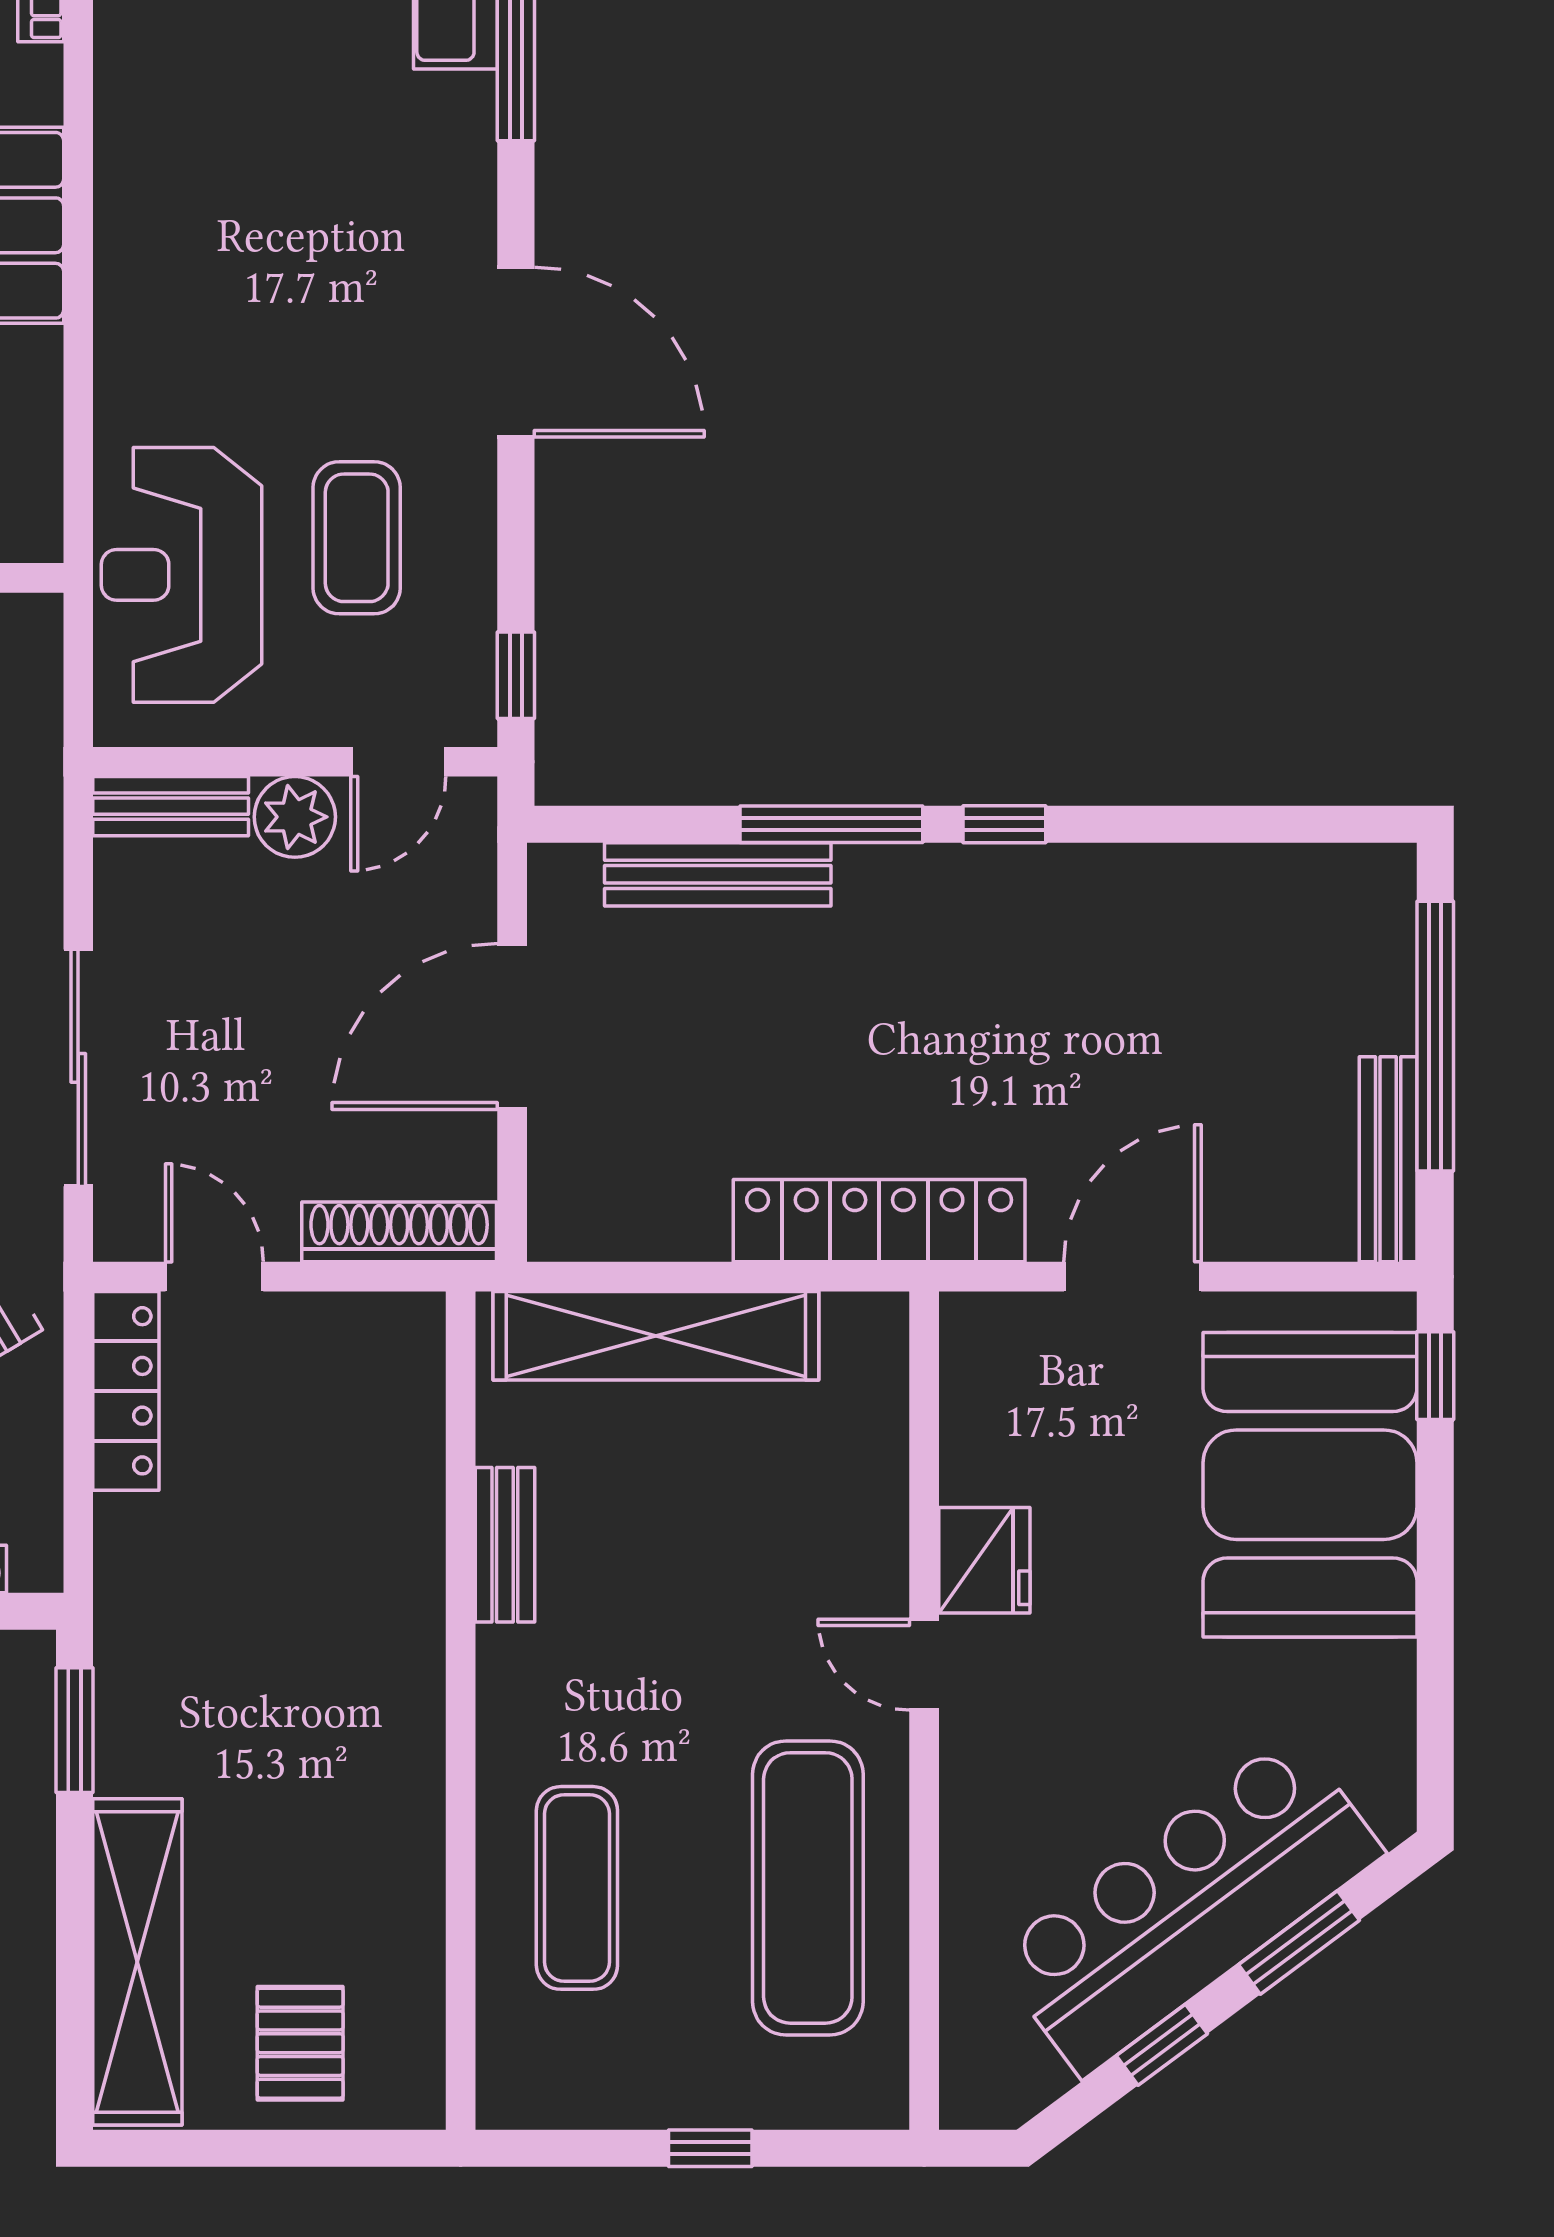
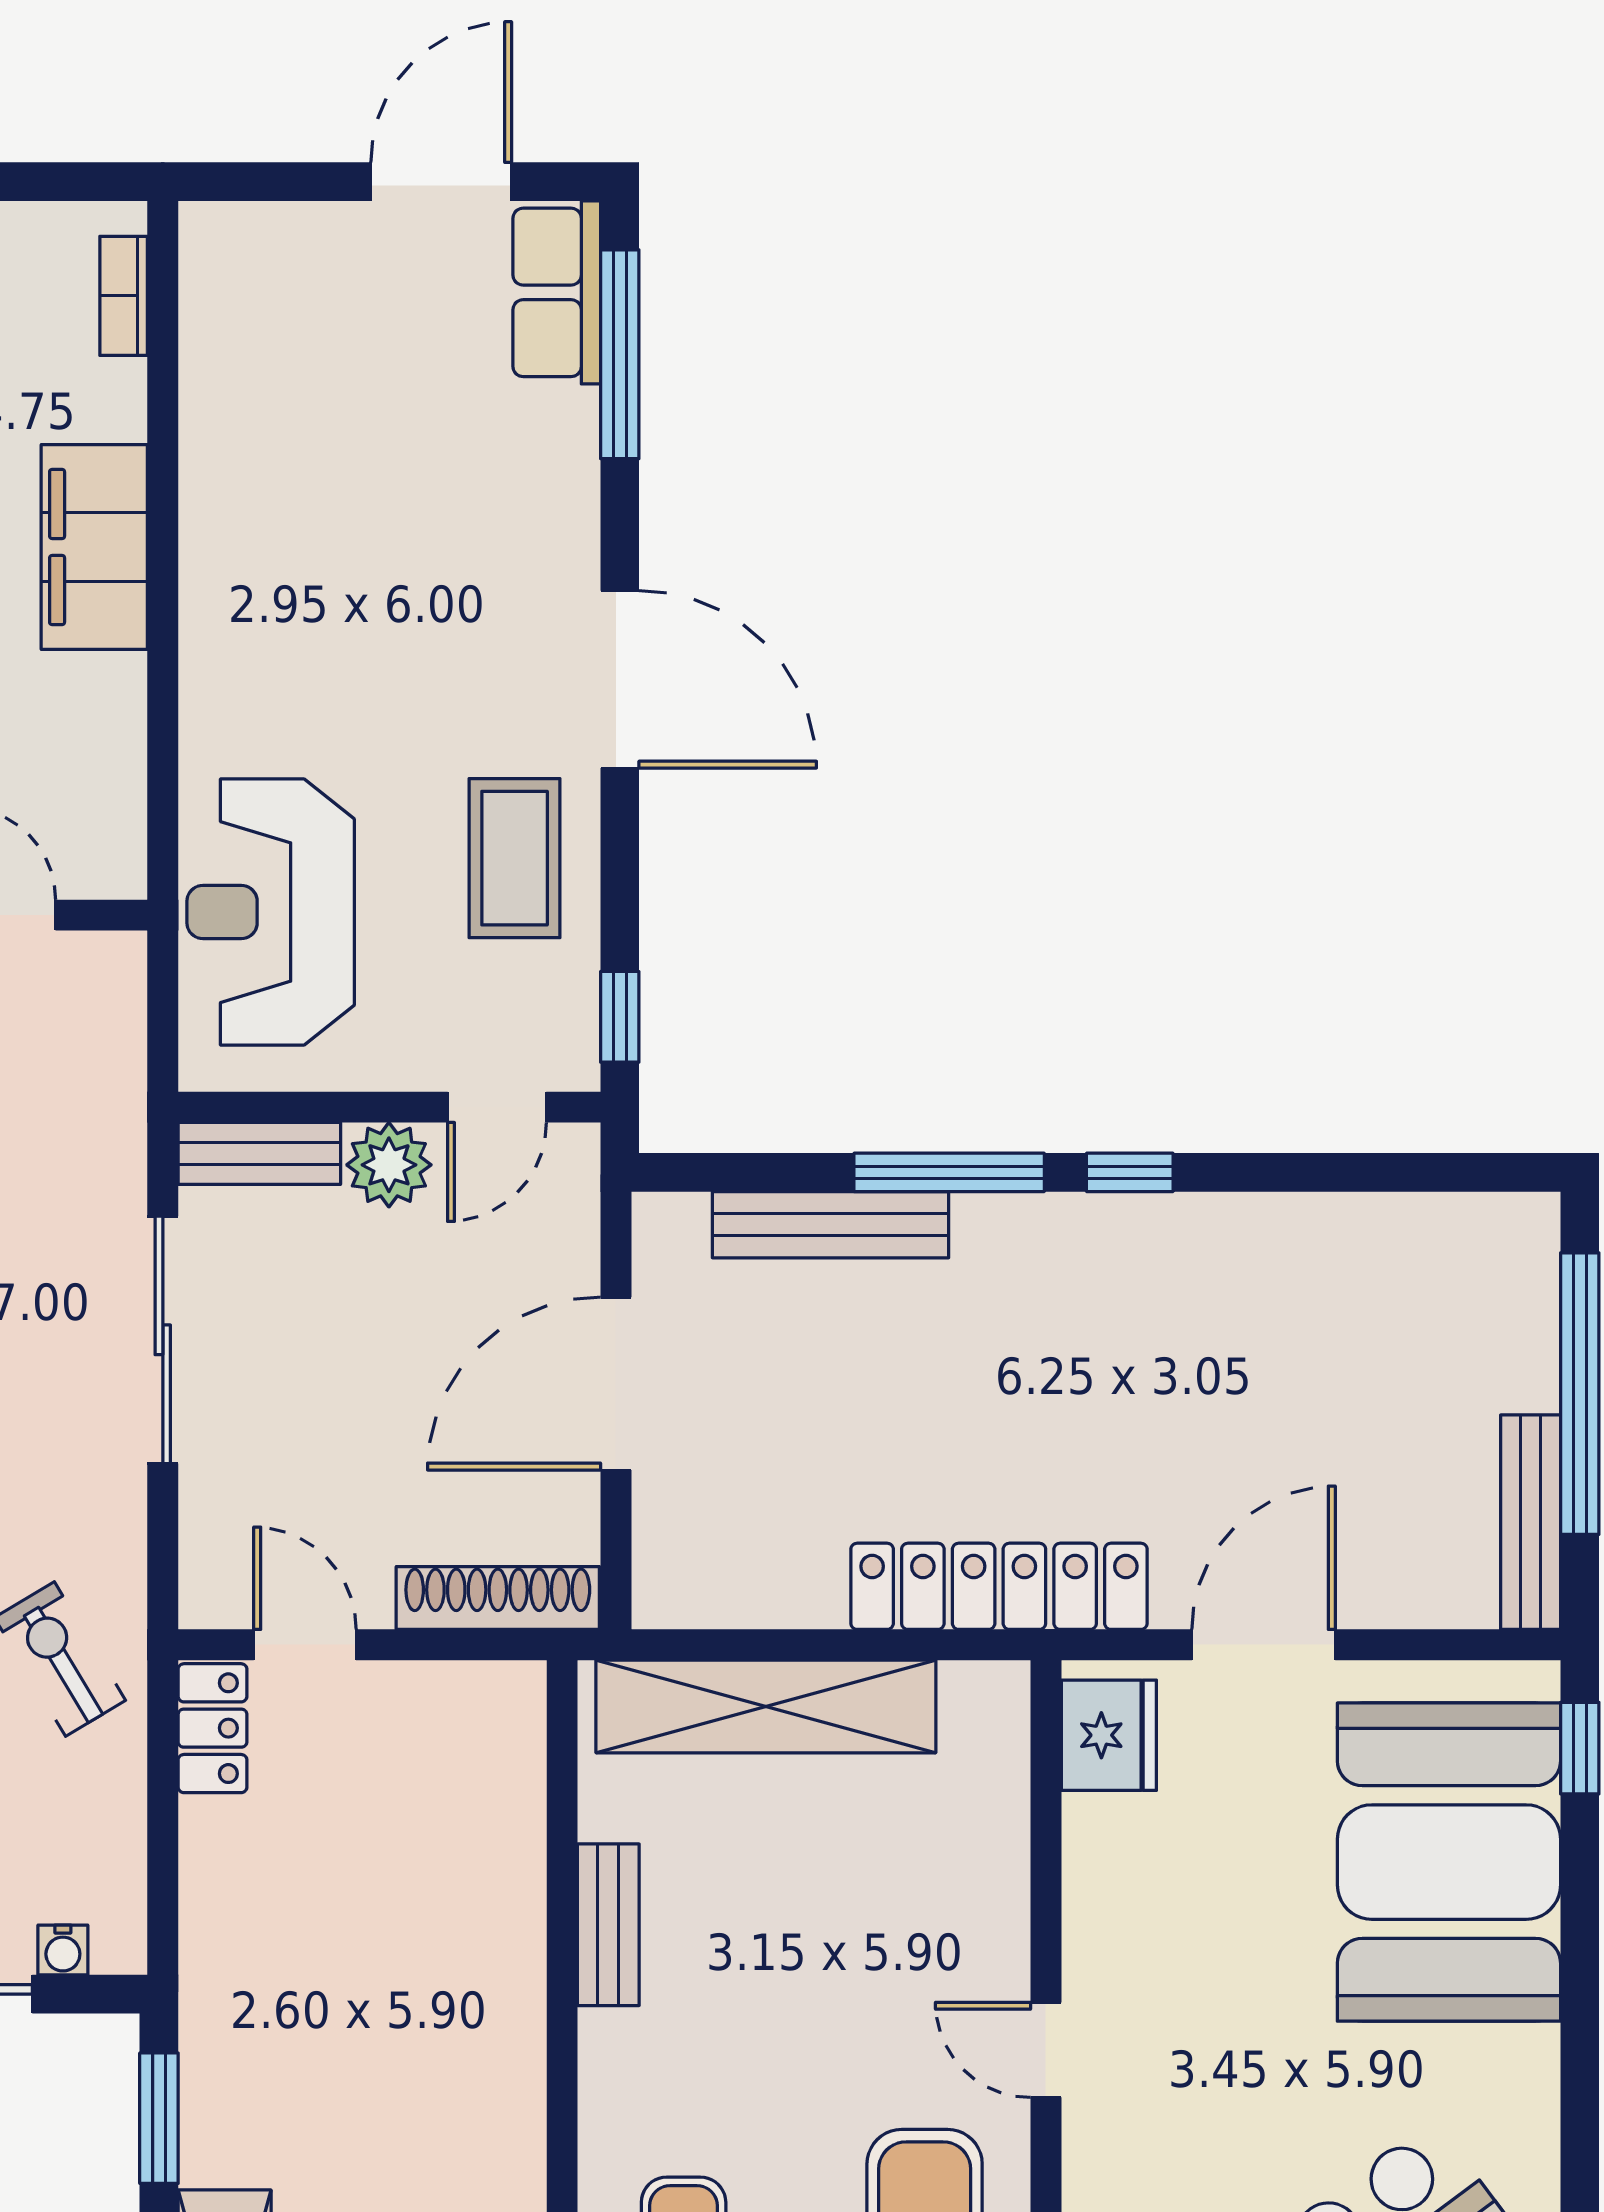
coffee table: (357, 538) -> (515, 858), moved
sliding door: (78, 1068) -> (163, 1340), moved
locker: (126, 1391) -> (213, 1728), width x0.66
fridge: (984, 1560) -> (1109, 1735), moved

